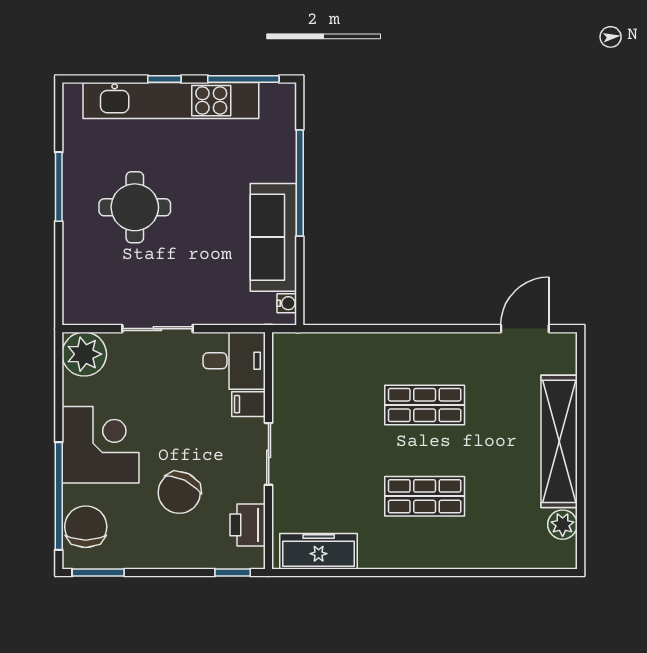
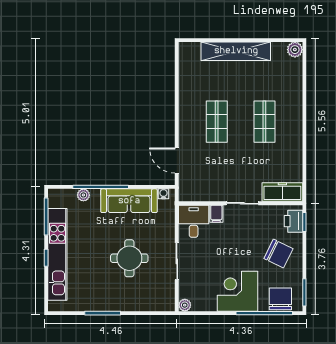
plant: (284, 150) -> (83, 195), added
round table: (135, 207) -> (129, 258), moved
door: (525, 329) -> (177, 161), moved
plant: (84, 354) -> (185, 305), width x0.53, depth x0.53
chair: (179, 493) -> (278, 254), moved
printer: (248, 525) -> (293, 221), moved, turned 90
plant: (563, 525) -> (295, 50), moved
chair: (86, 527) -> (280, 299), turned 90
freezer: (319, 551) -> (282, 192), moved, turned 90

